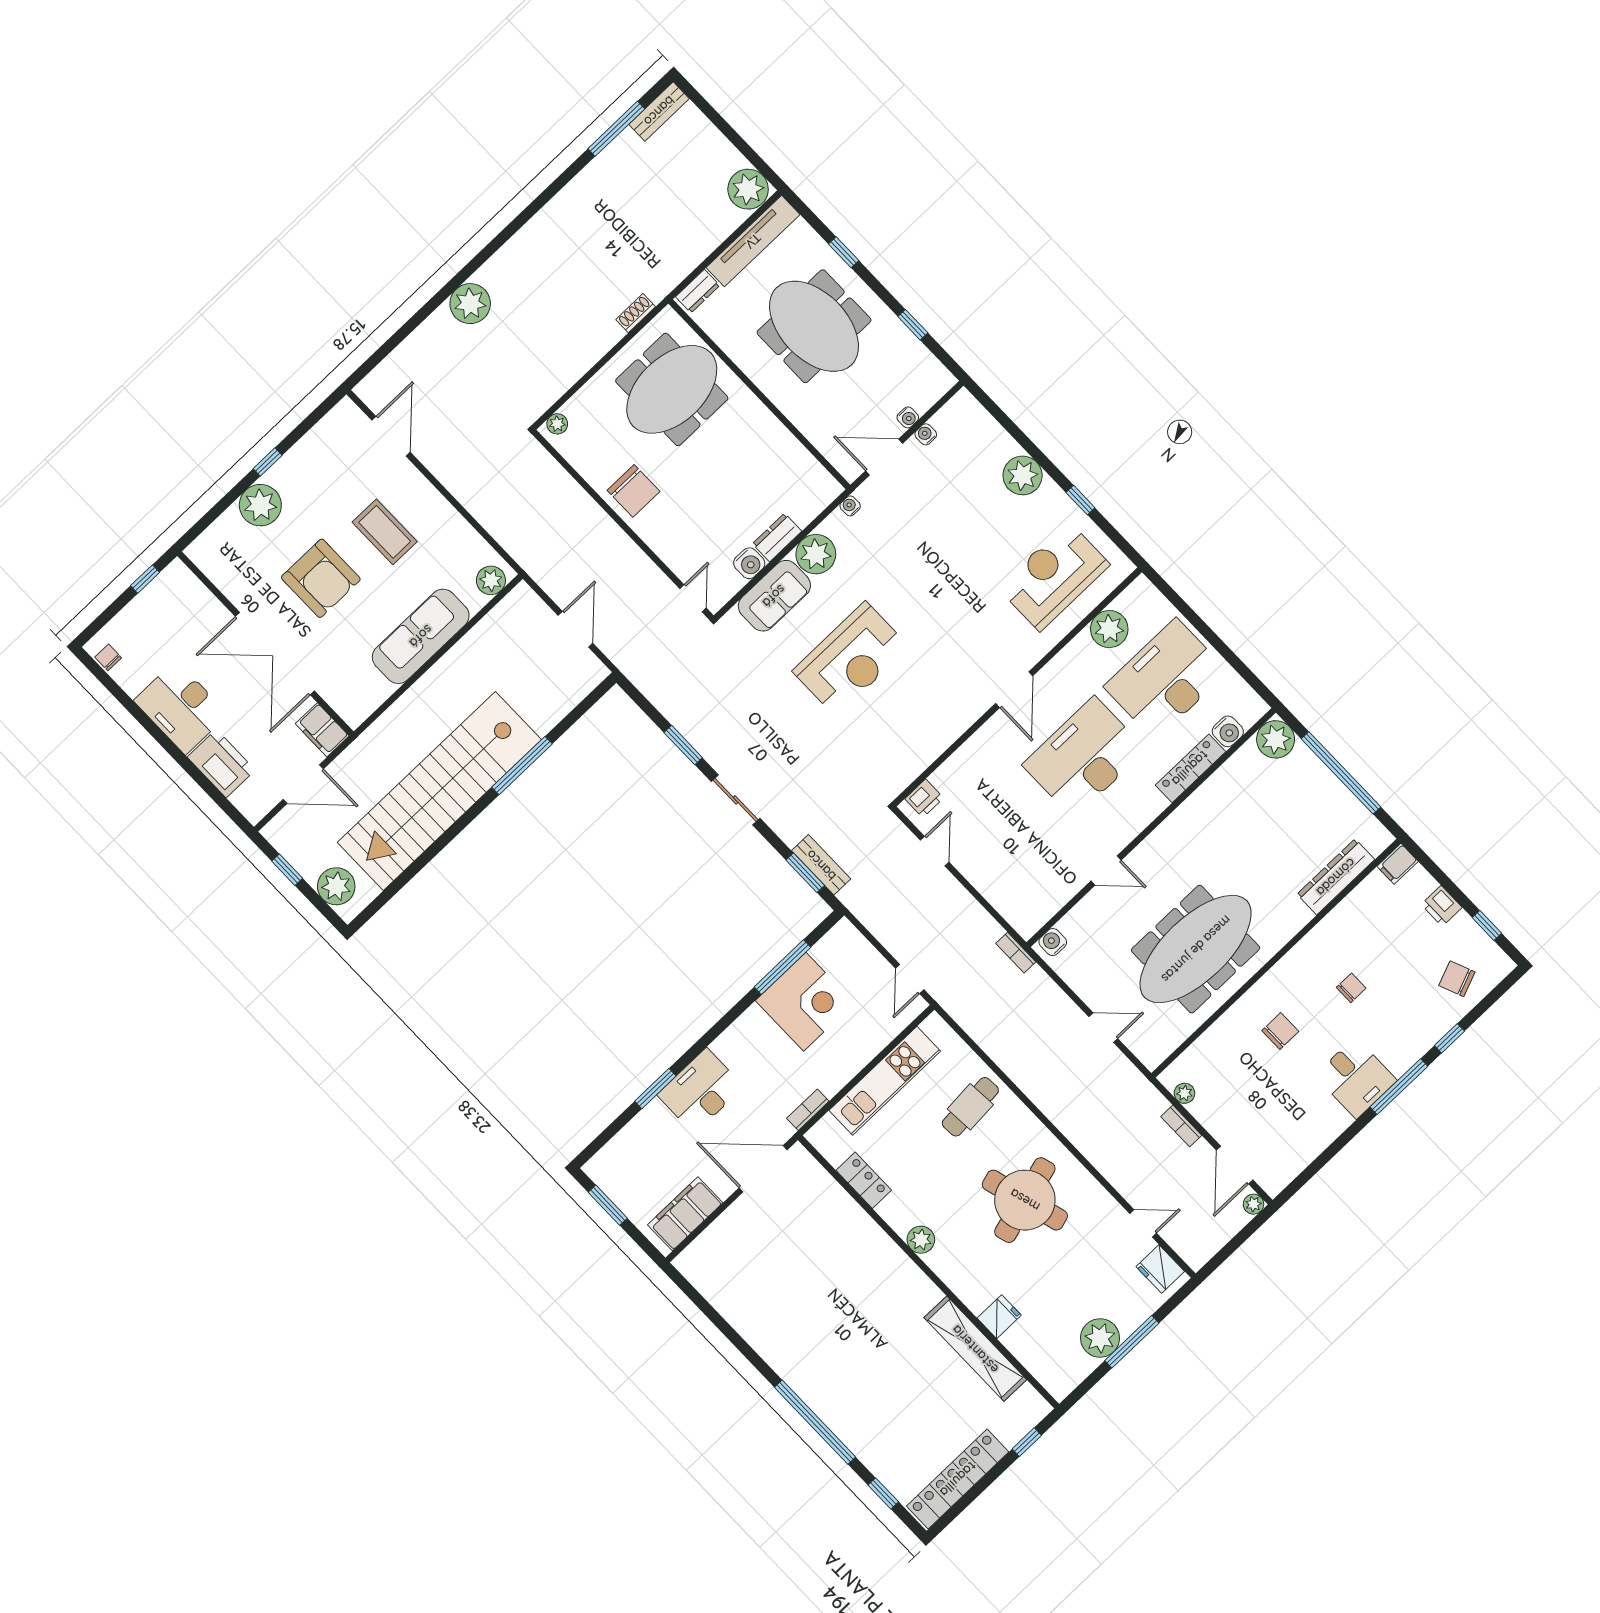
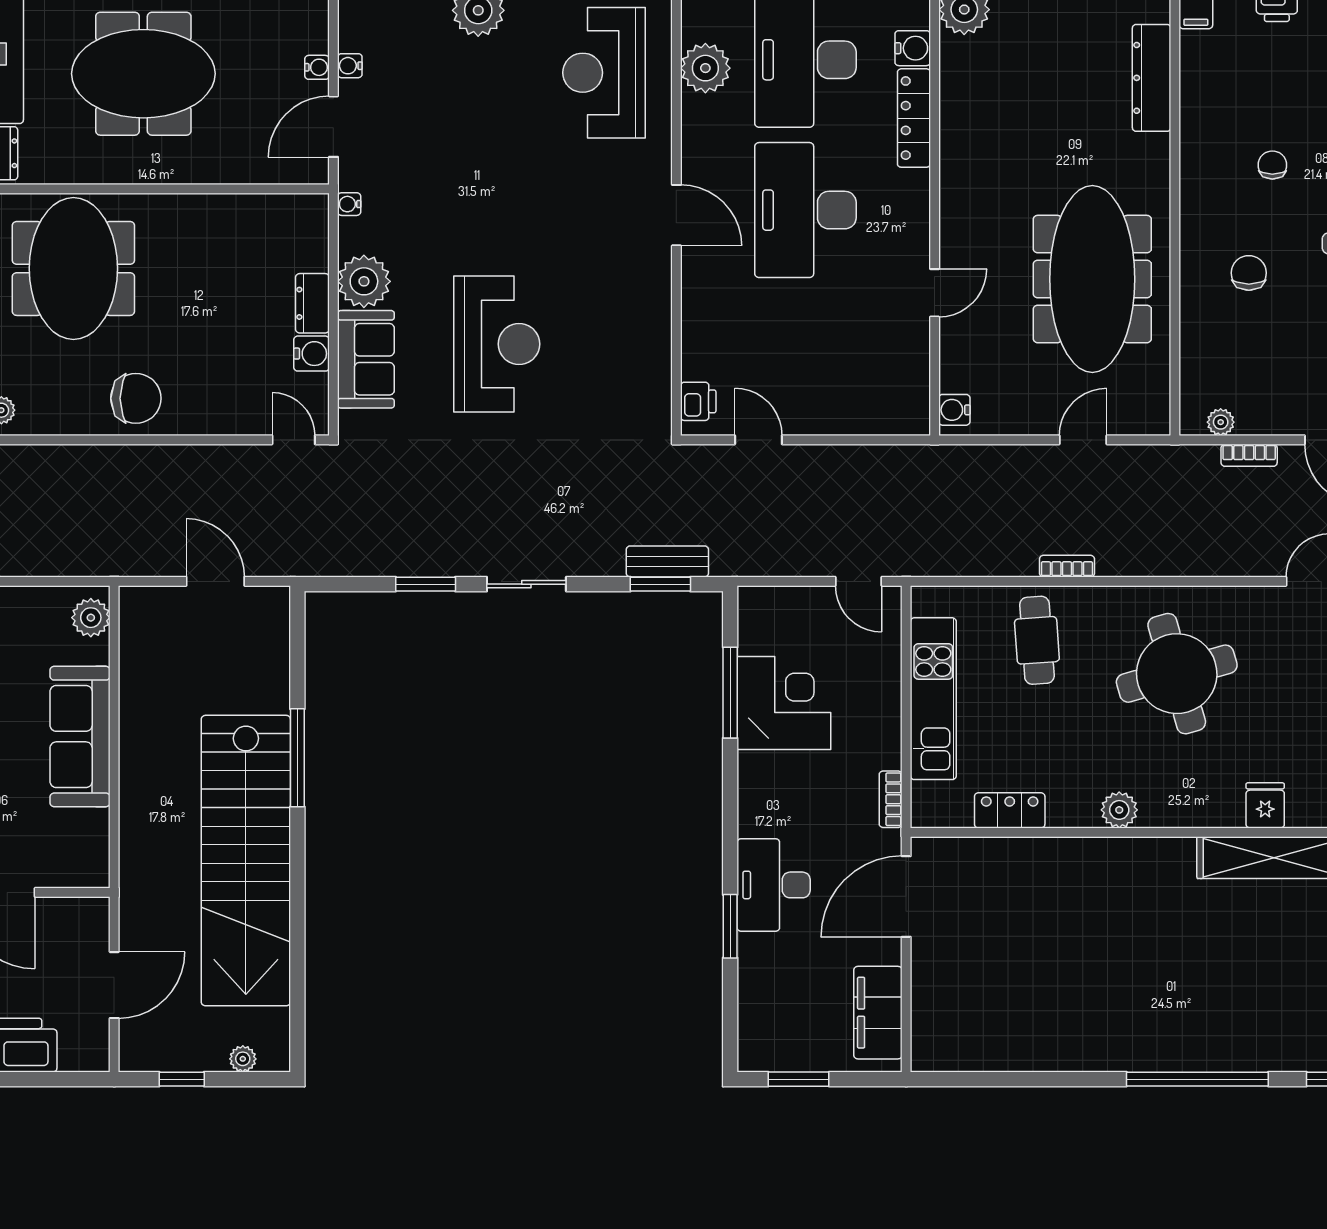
filing cabinet: (322, 730) -> (79, 917), removed
plant: (336, 886) -> (243, 1059), width x0.53, depth x0.53
bookcase: (1016, 953) -> (1067, 566), moved, turned 180

